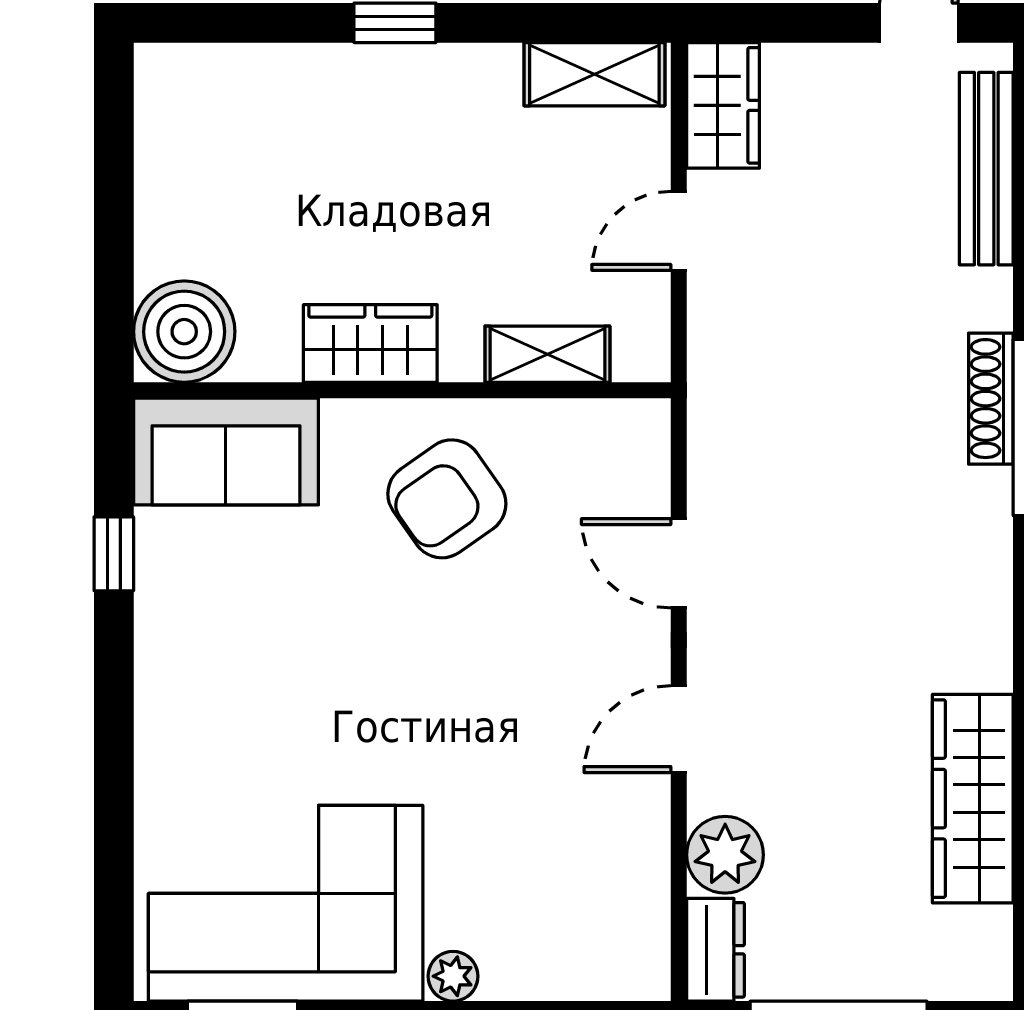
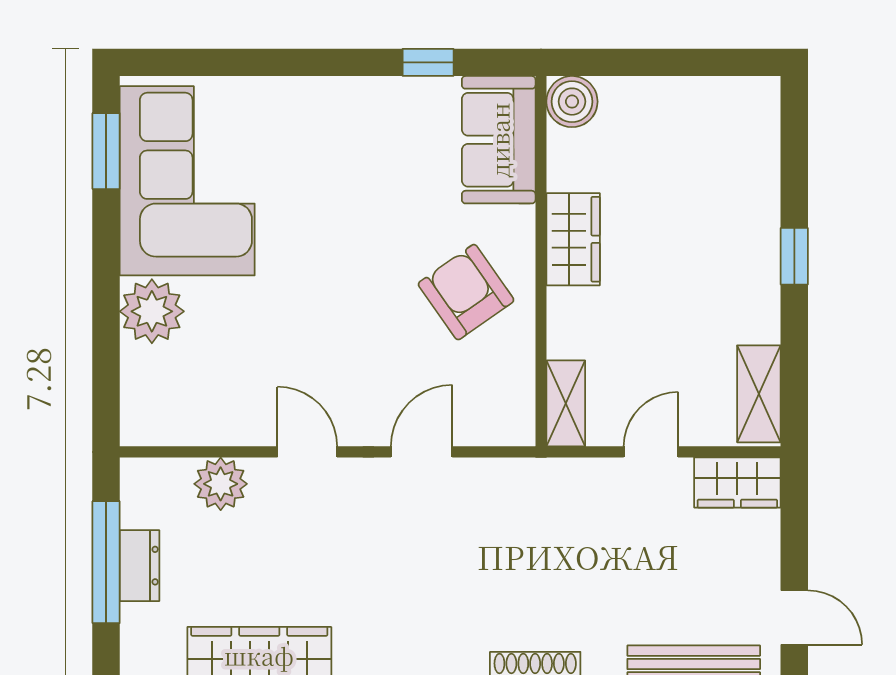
door: (679, 231) -> (651, 452), hinge flipped
boiler: (184, 332) -> (572, 102), width x0.73, depth x0.73
shelving: (547, 354) -> (566, 403), moved
dresser: (715, 950) -> (140, 566), moved, turned -90
plant: (453, 976) -> (152, 311), width x1.87, depth x1.87

